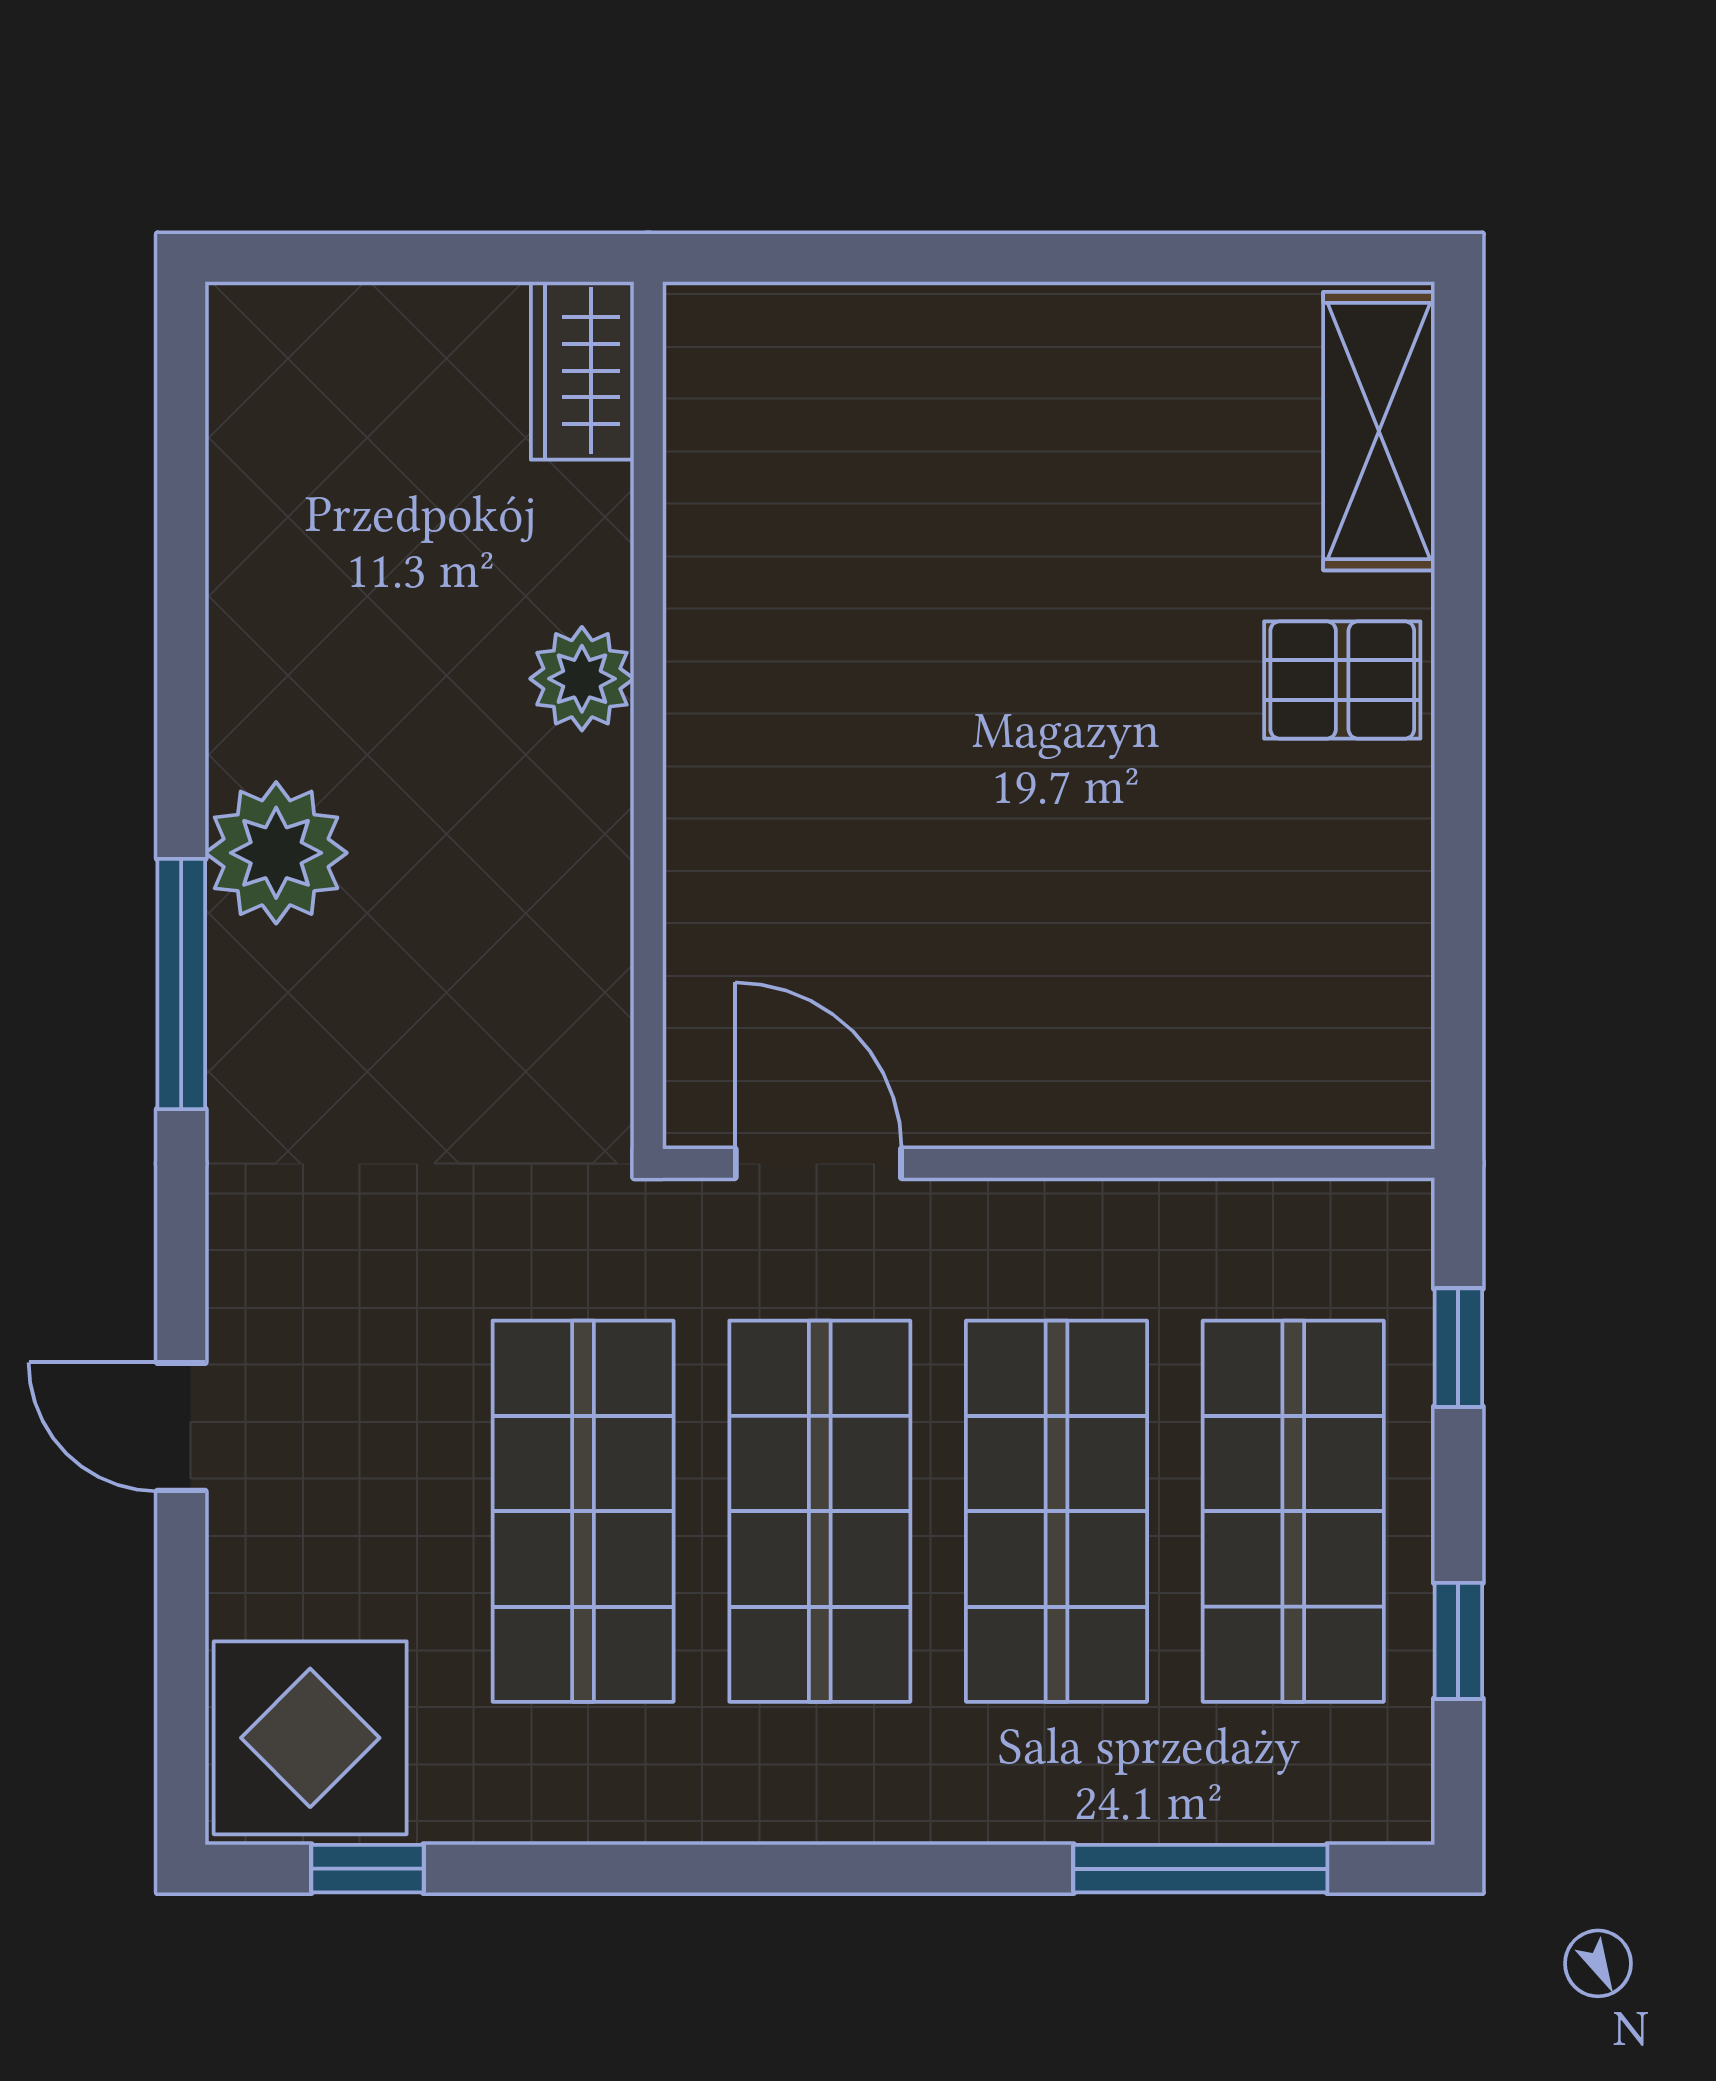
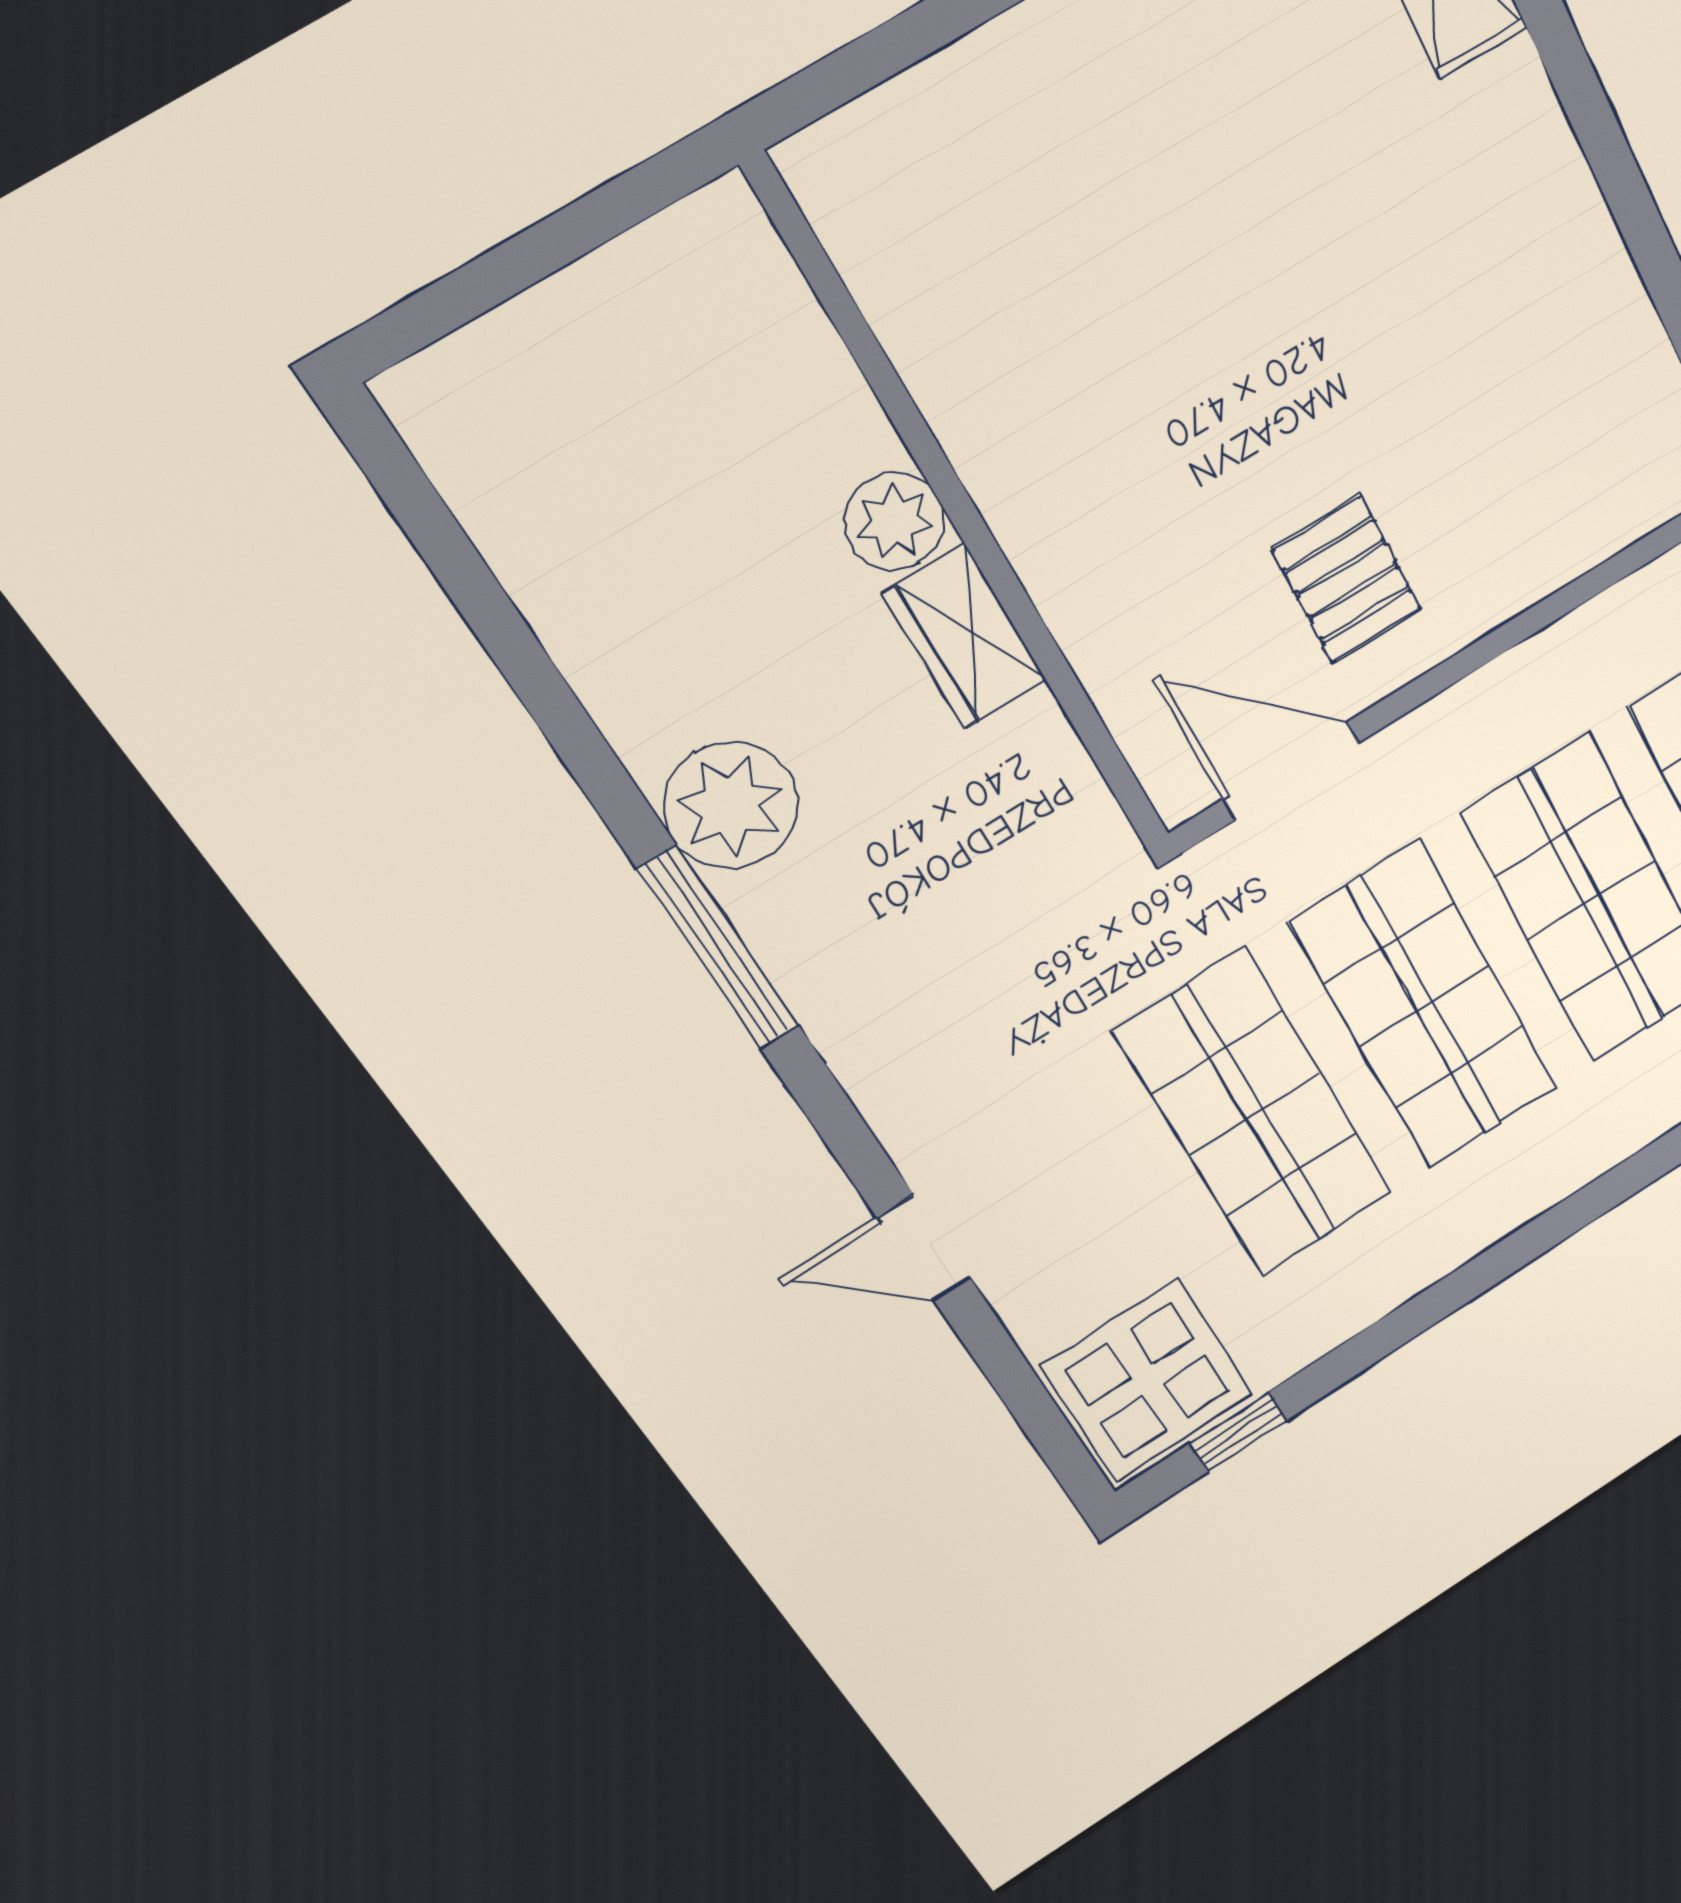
wardrobe: (582, 371) -> (965, 637), moved
pallet: (1342, 680) -> (1347, 580), moved, turned 90

